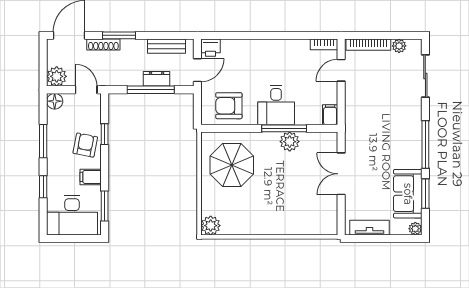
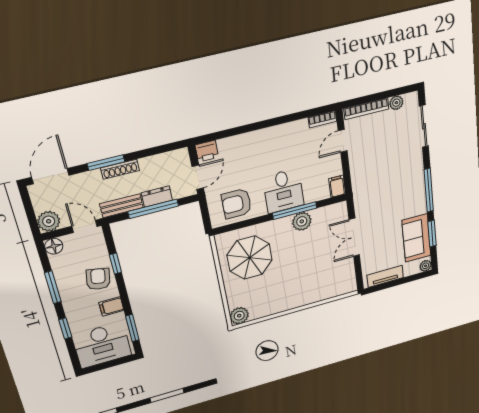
shoe rack: (103, 45) -> (120, 169), moved
bench: (167, 46) -> (121, 206), moved

